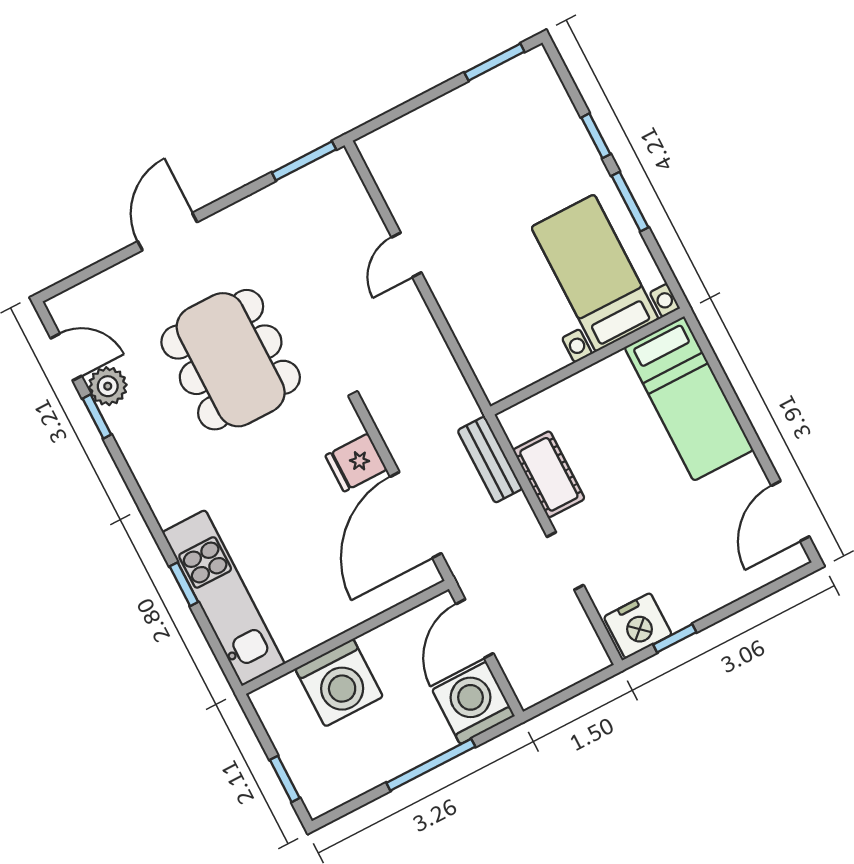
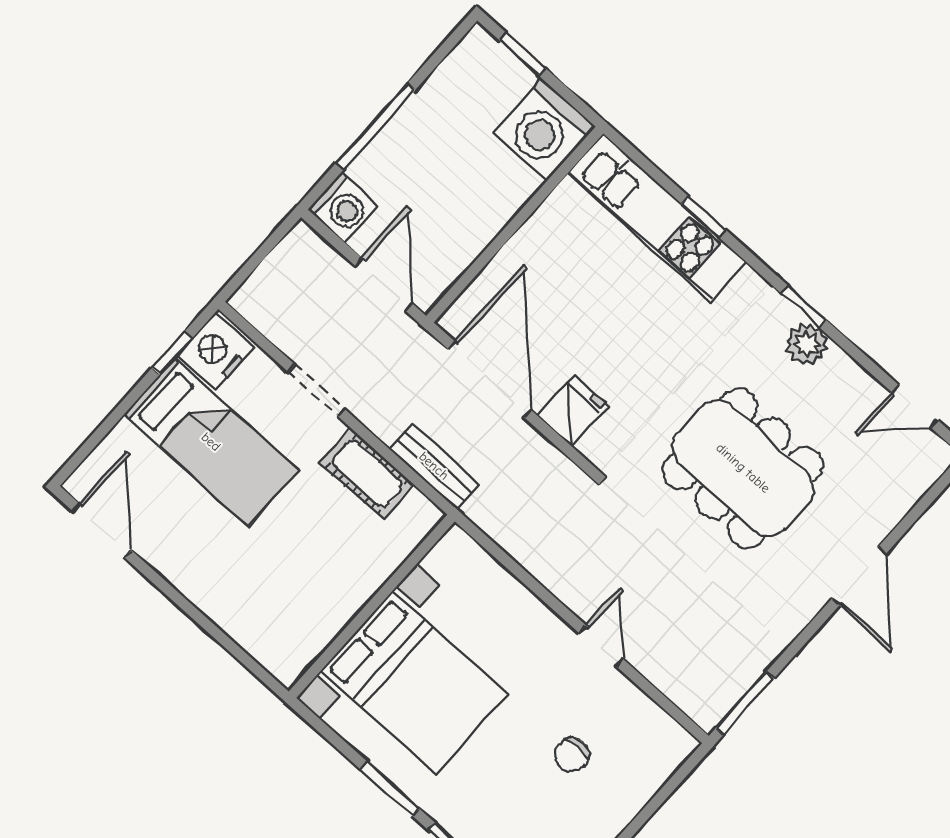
chair: (466, 173) -> (572, 755), added
bed with nightstands: (595, 273) -> (414, 683), width x1.36
plant: (108, 386) -> (807, 344), moved
bed: (689, 399) -> (211, 442), moved, turned 180
window: (97, 417) -> (803, 306), moved
washing machine: (339, 683) -> (544, 130), moved, turned -90
washing machine: (473, 703) -> (343, 208), width x0.73, depth x0.73

